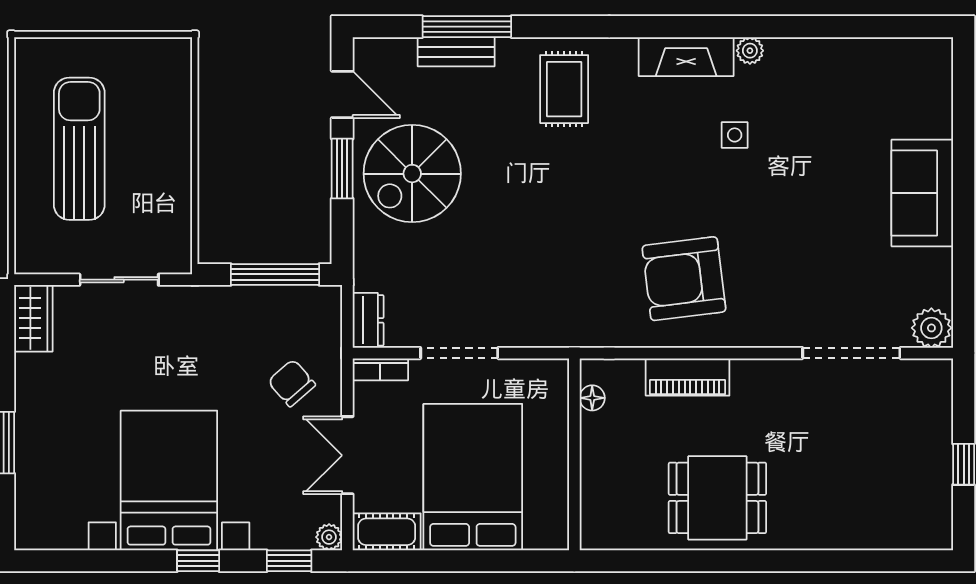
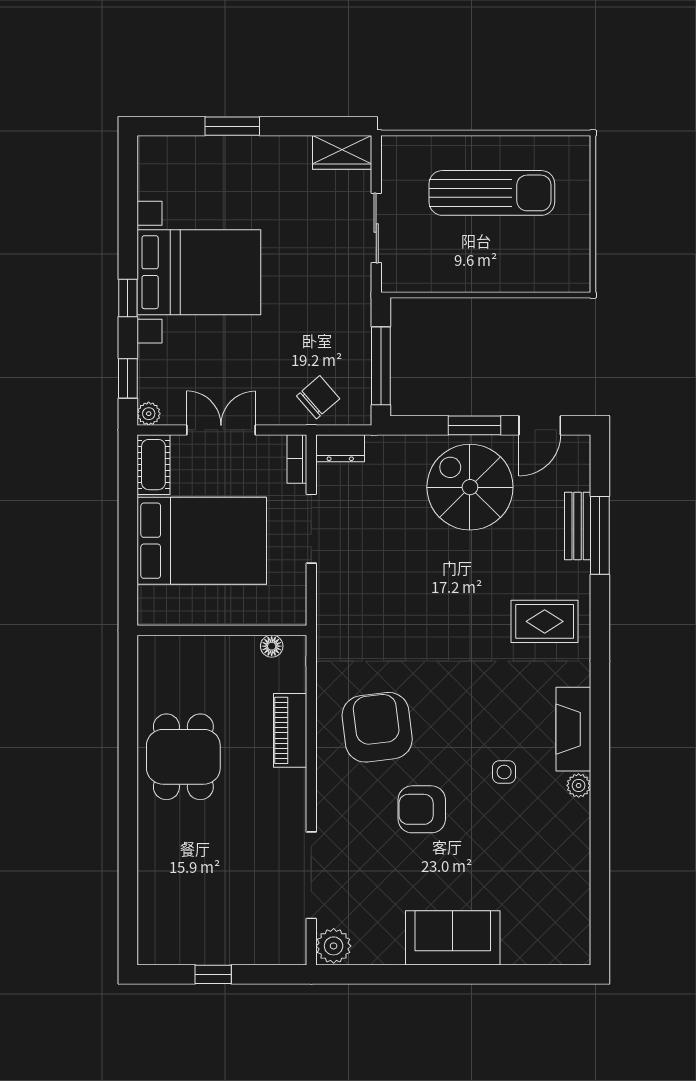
armchair: (777, 228) -> (422, 809), added
chair: (292, 383) -> (318, 397), moved

